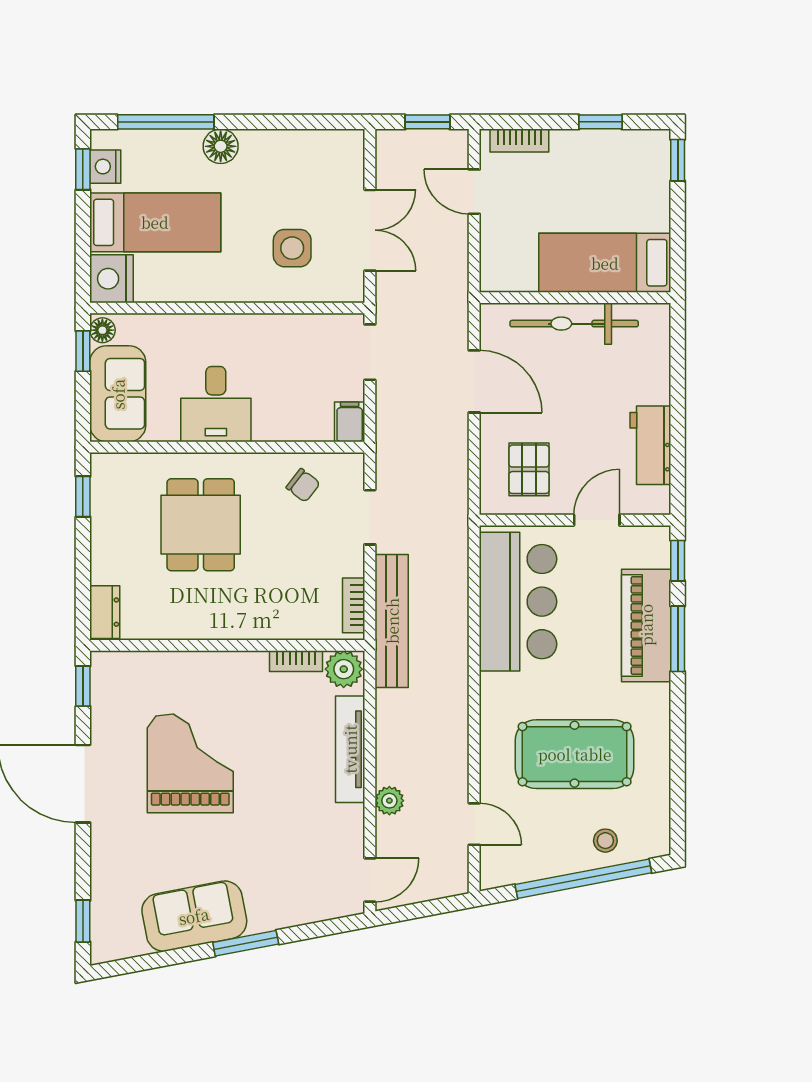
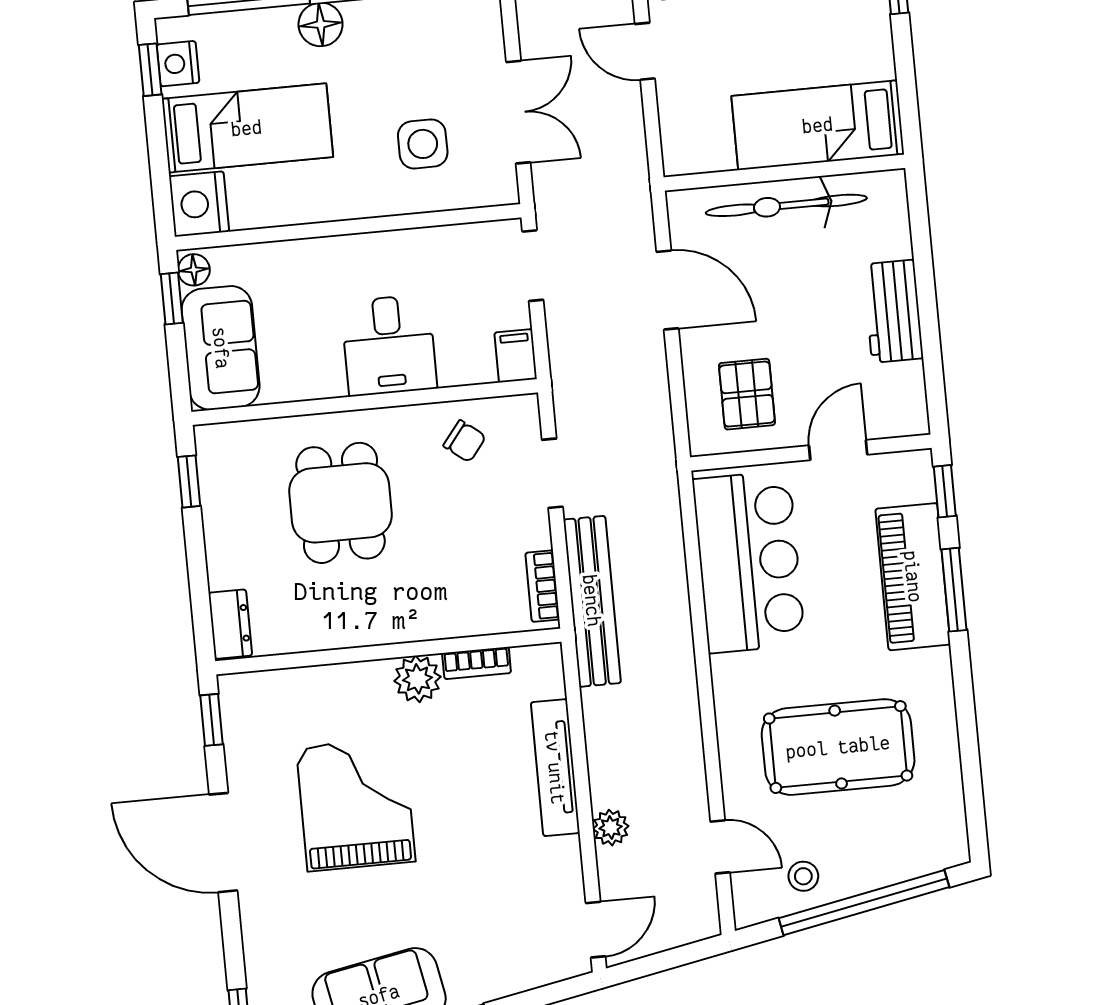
desk: (216, 404) -> (389, 345), moved
workbench: (650, 445) -> (893, 311), moved
plant: (344, 669) -> (417, 679), moved
stool: (605, 841) -> (803, 876), moved

